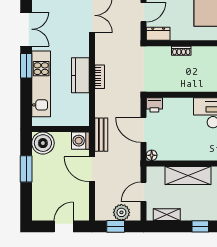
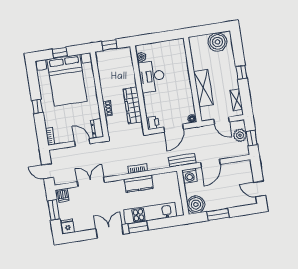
wardrobe: (180, 83) -> (133, 105), added
door: (64, 226) -> (260, 189), moved

